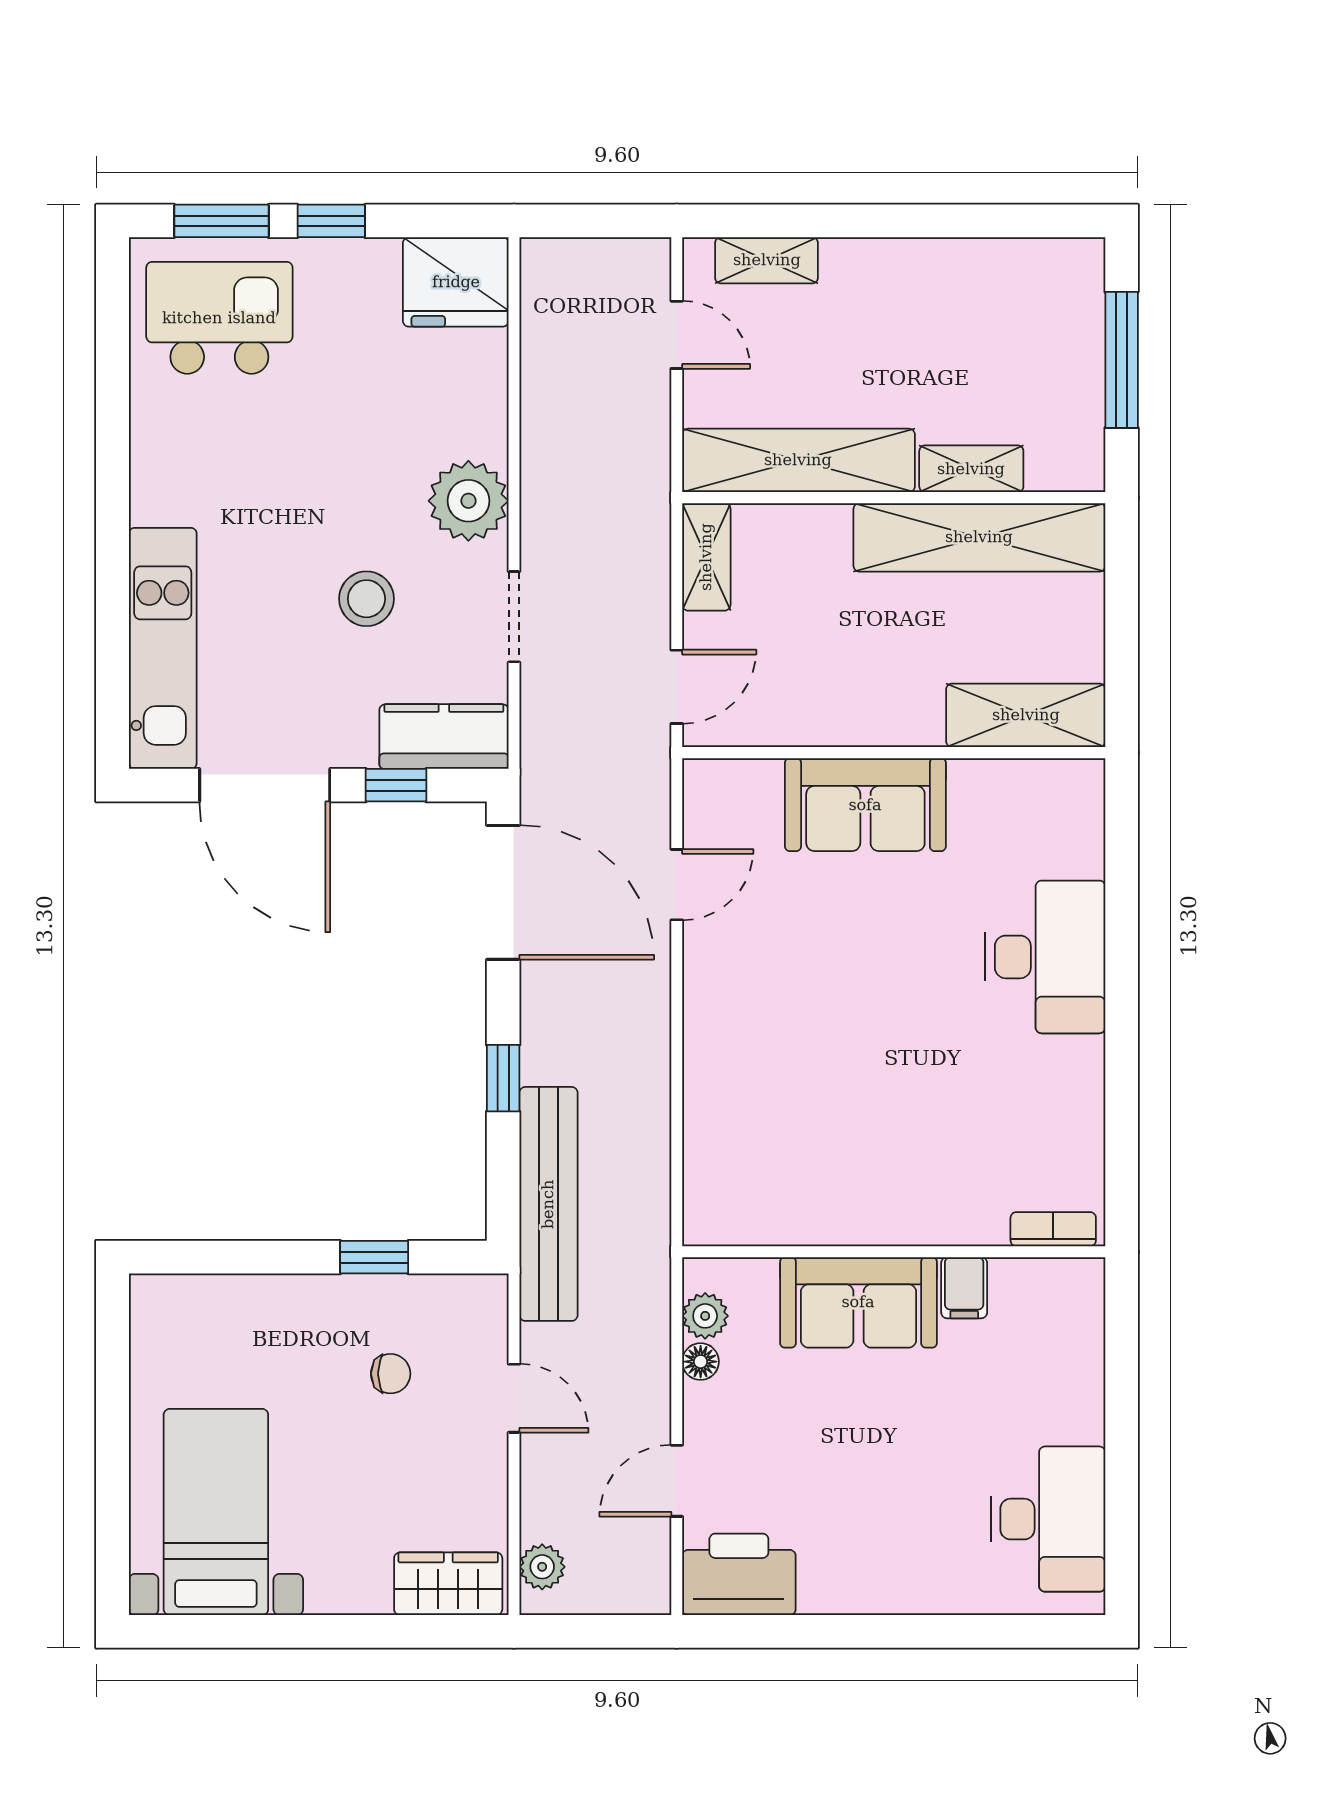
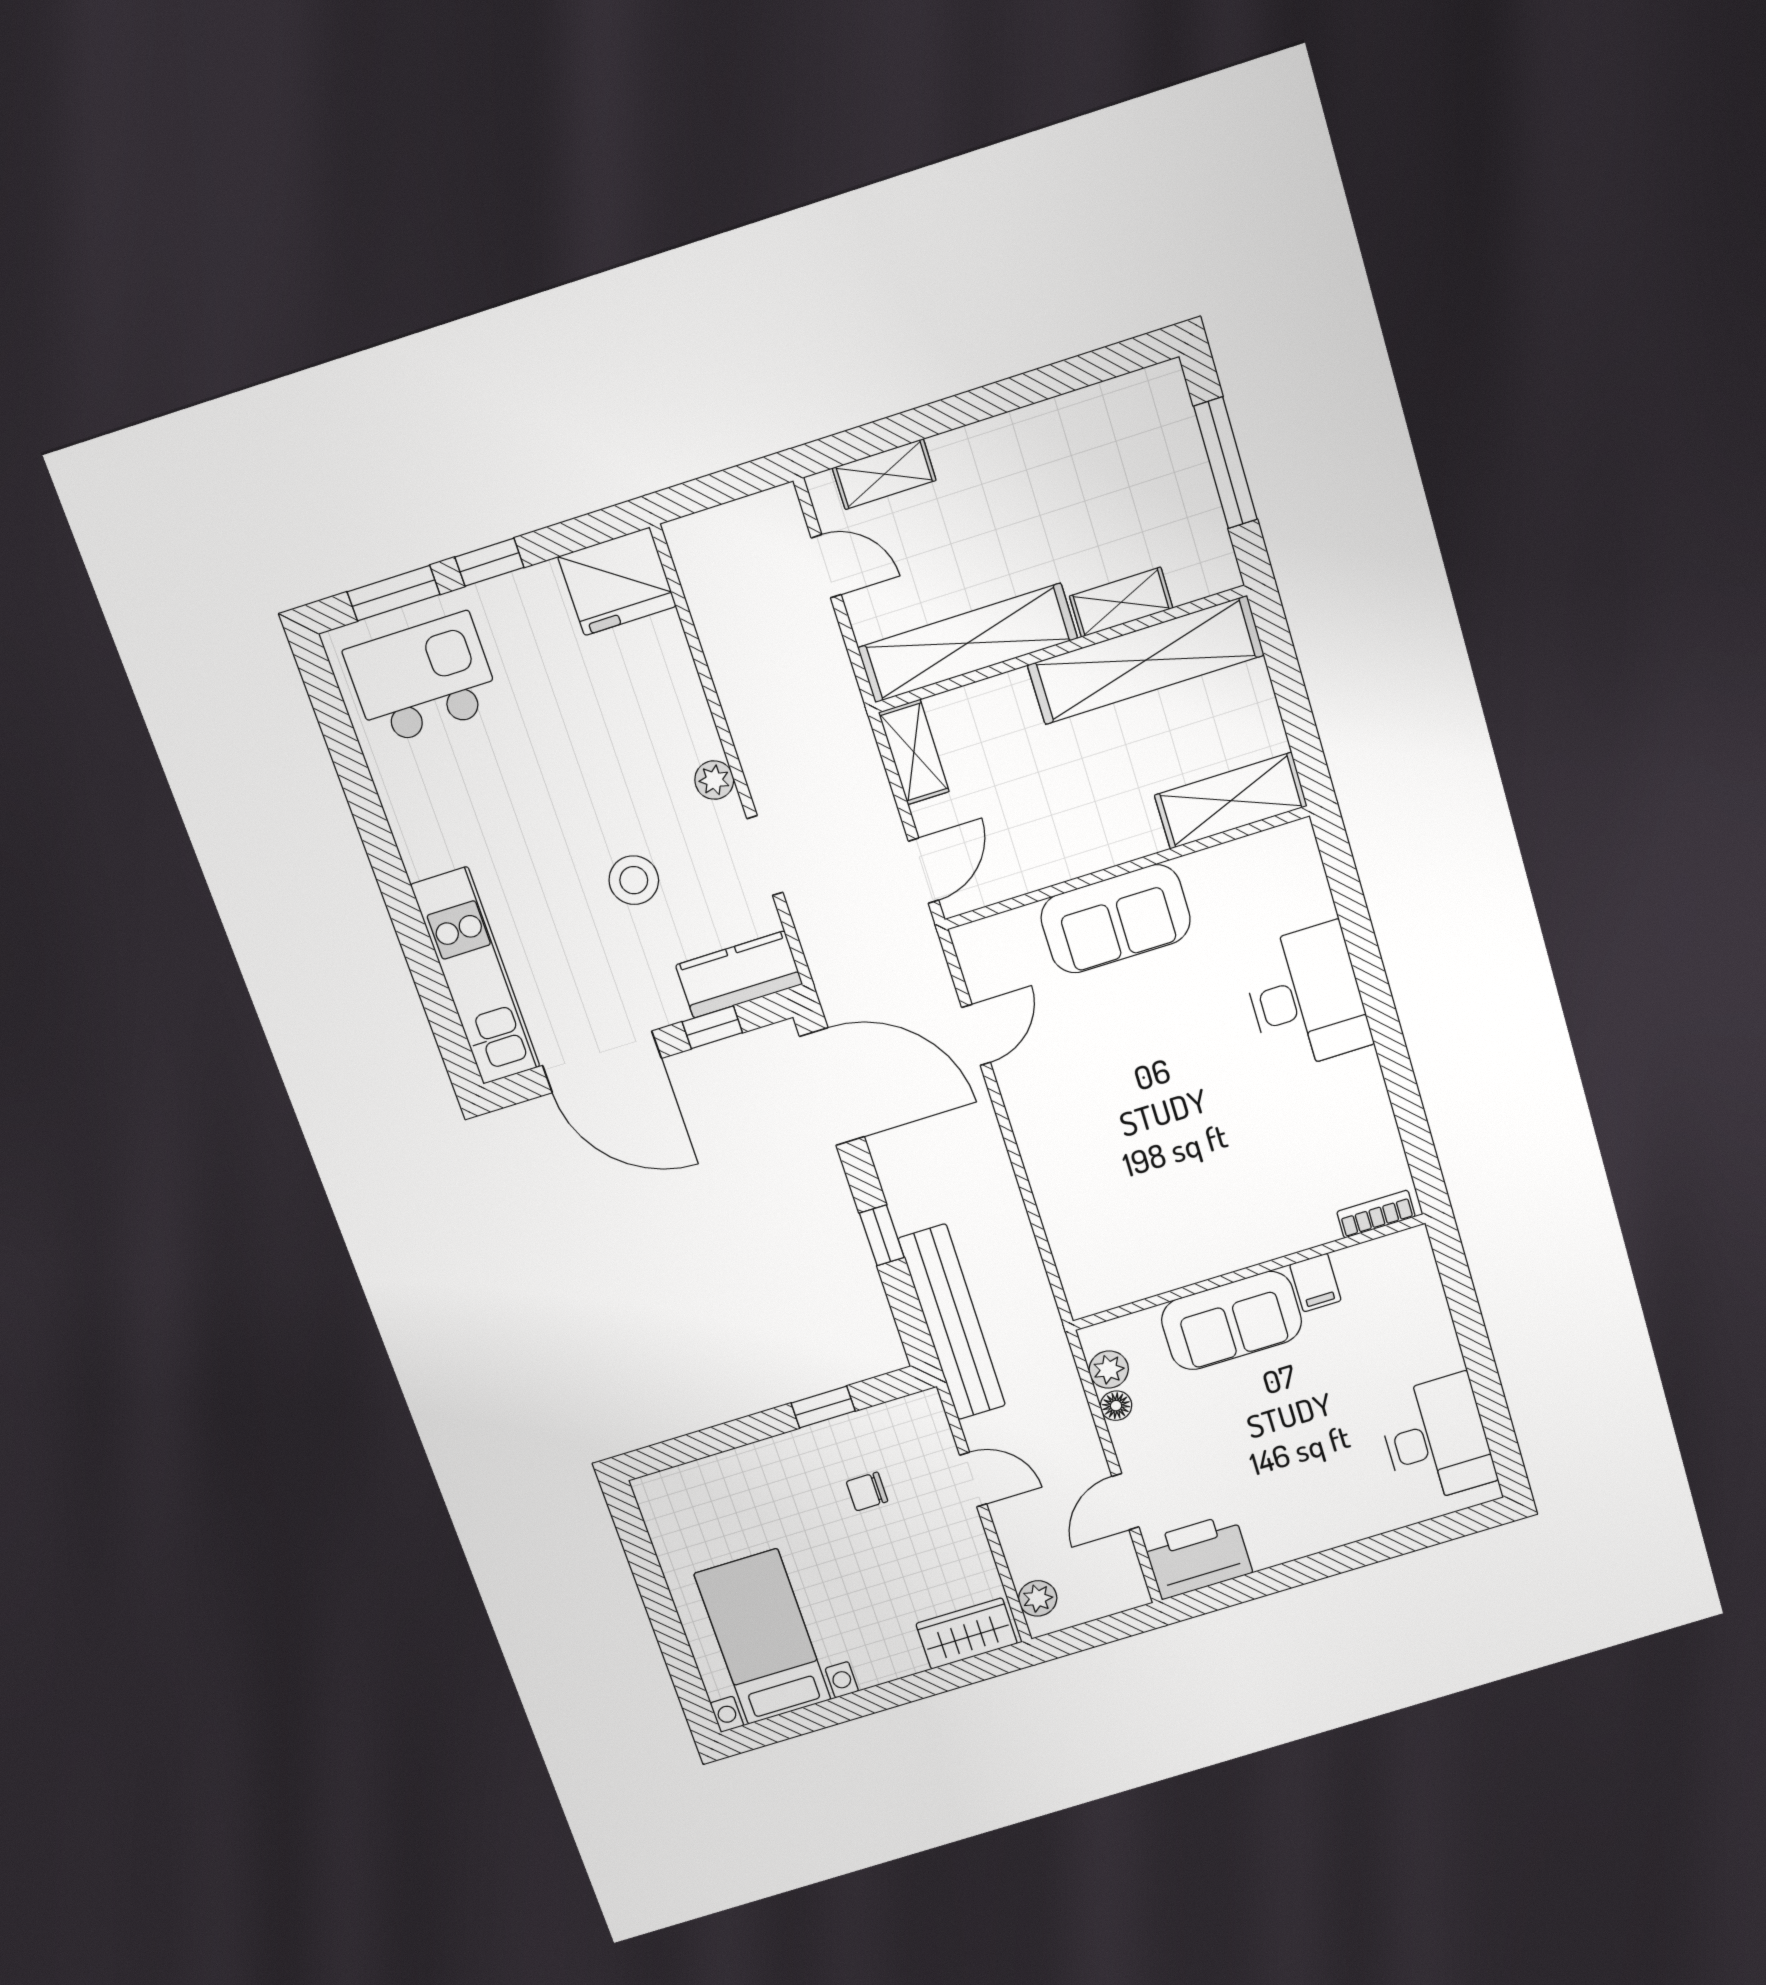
plant: (468, 501) -> (714, 780), width x0.53, depth x0.53
chair: (391, 1374) -> (867, 1491), turned 180

